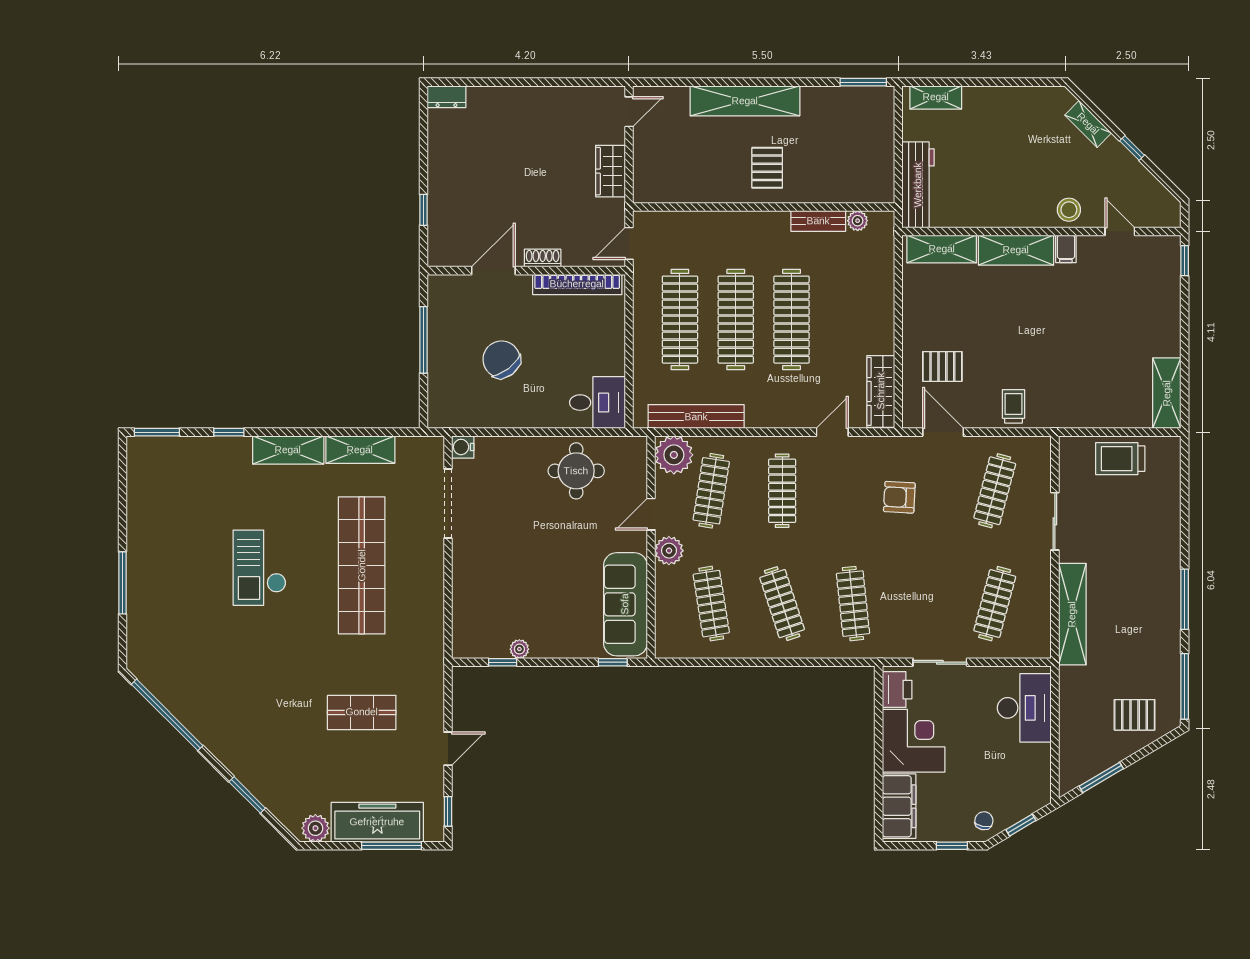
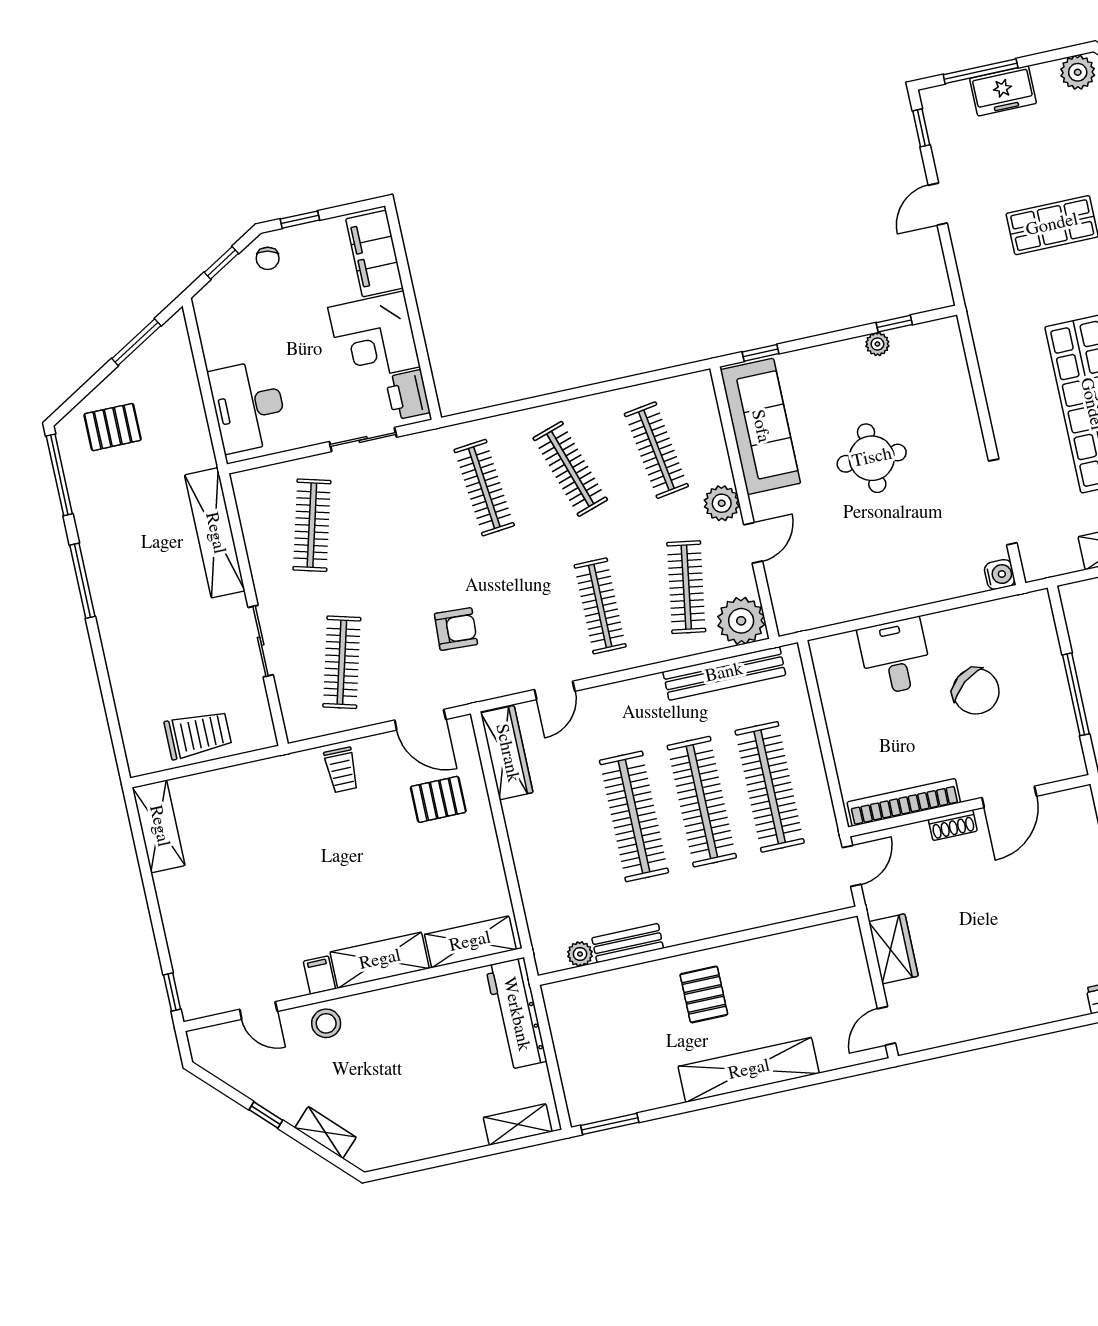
desk: (597, 403) -> (895, 656), moved, turned 90
round table: (576, 471) -> (872, 458), moved
freezer: (377, 822) -> (1003, 91), width x0.52, depth x0.79

